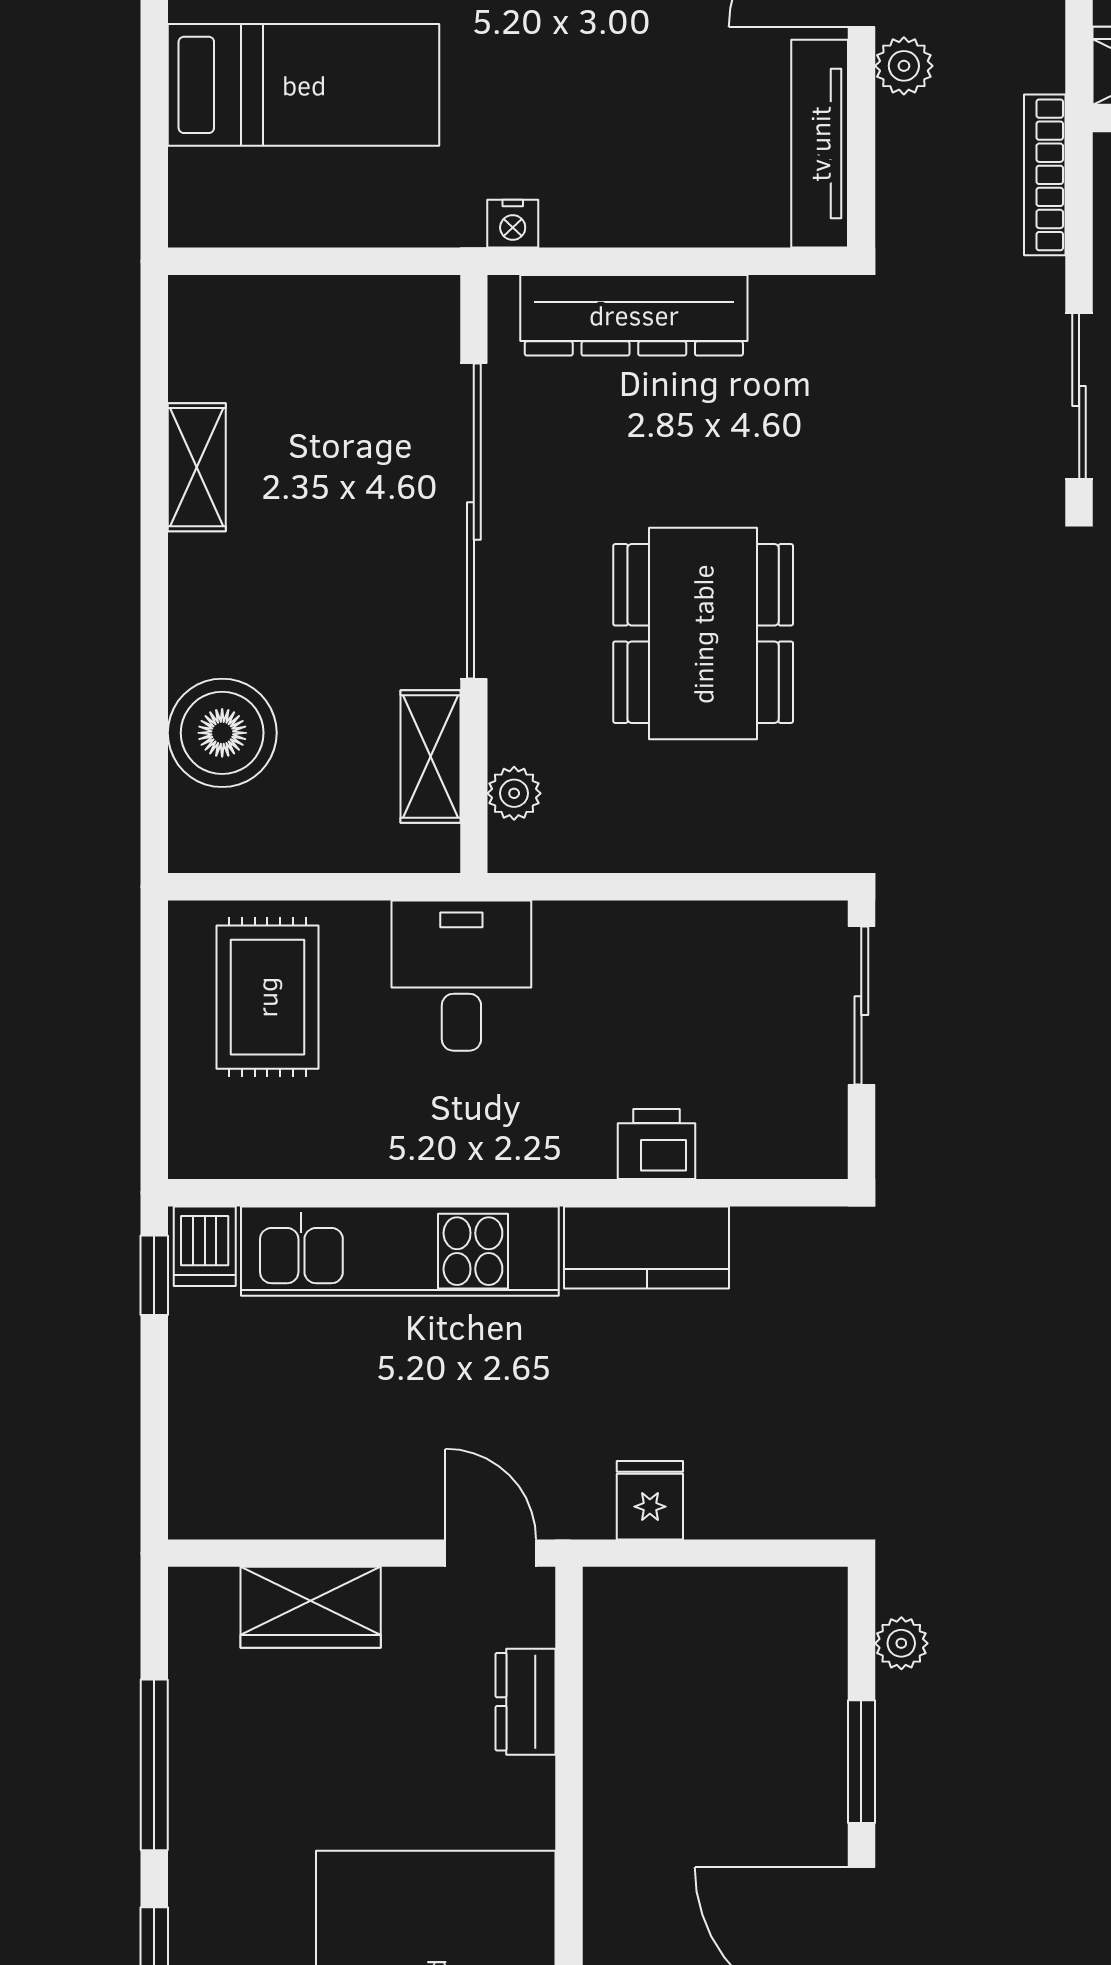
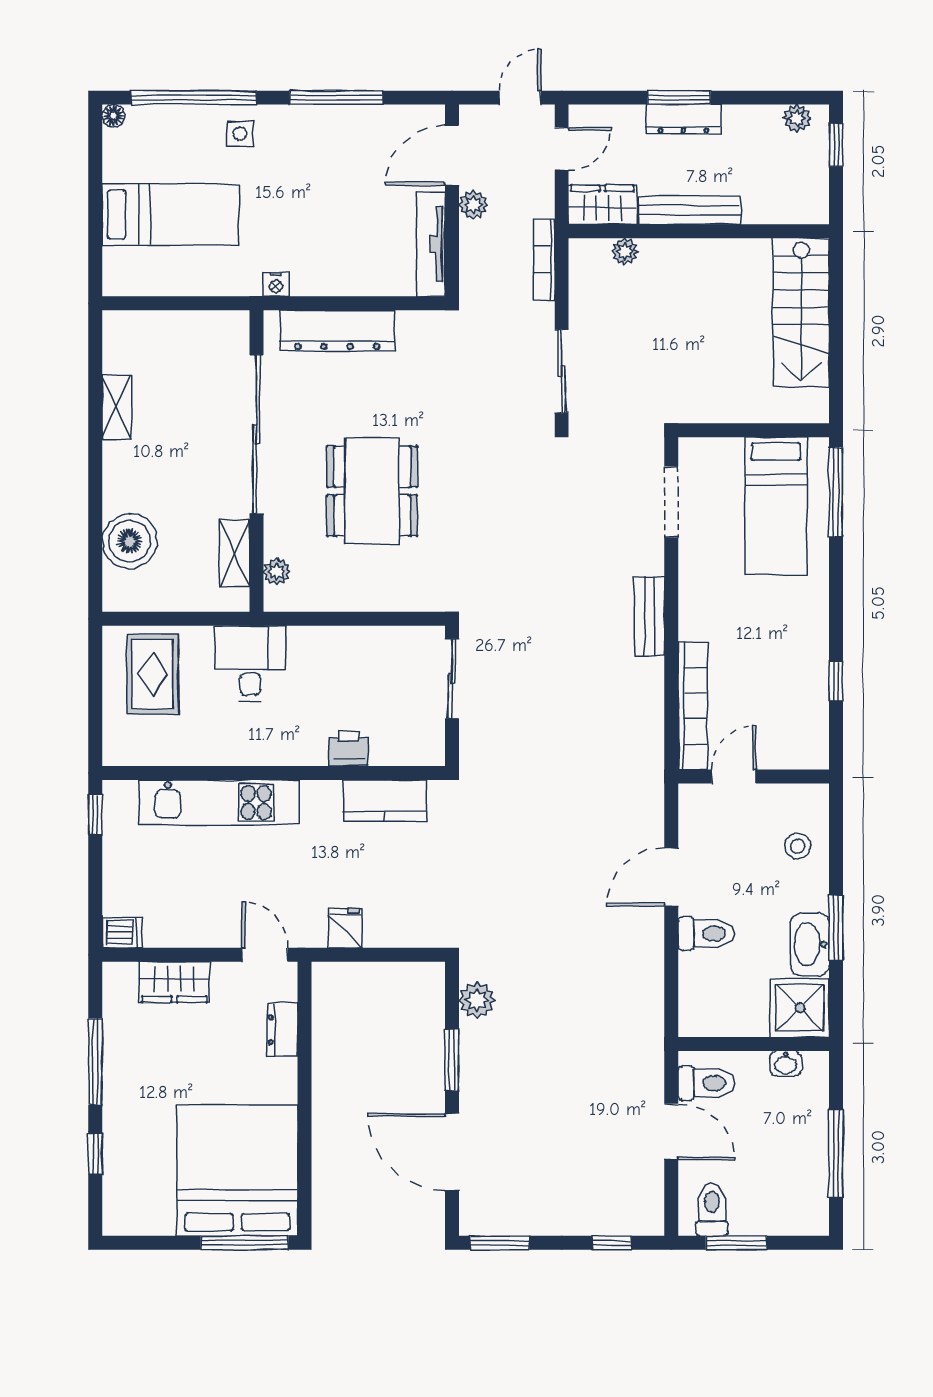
dishwasher: (205, 1246) -> (122, 932), moved, turned -90
kitchen counter: (647, 1248) -> (385, 801), moved
plant: (901, 1643) -> (477, 1000), width x1.38, depth x1.38

